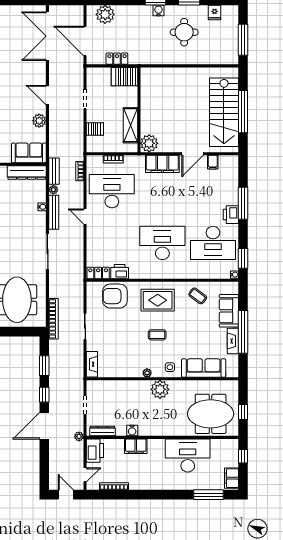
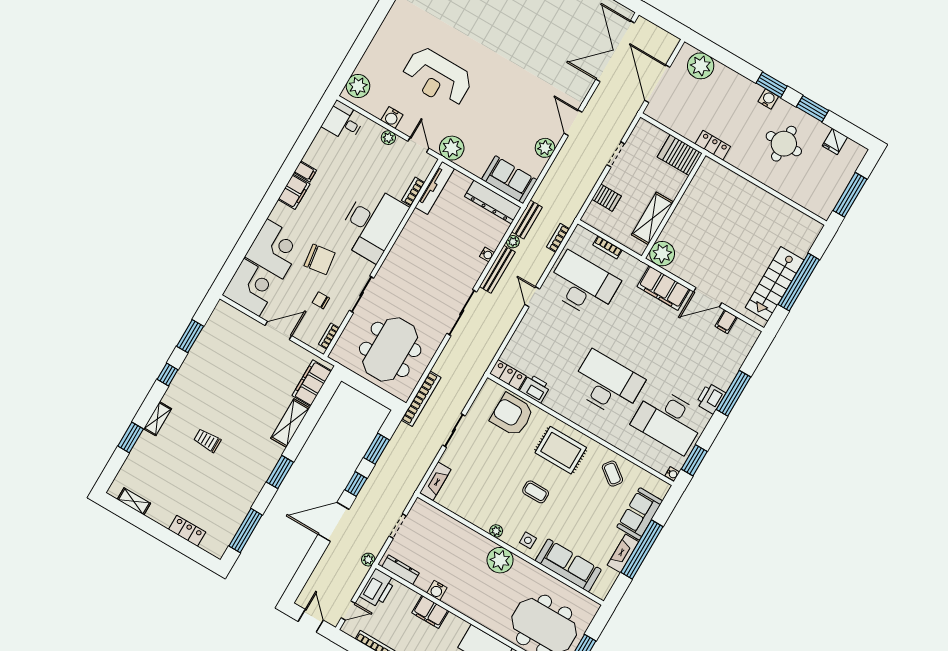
locker: (117, 59) -> (713, 145), moved
stairs: (224, 112) -> (775, 284), width x0.73, depth x0.66

